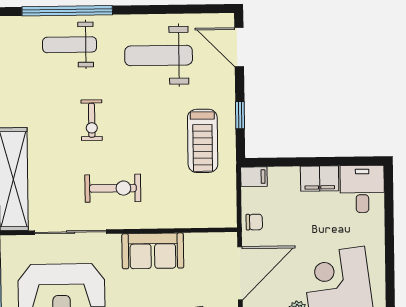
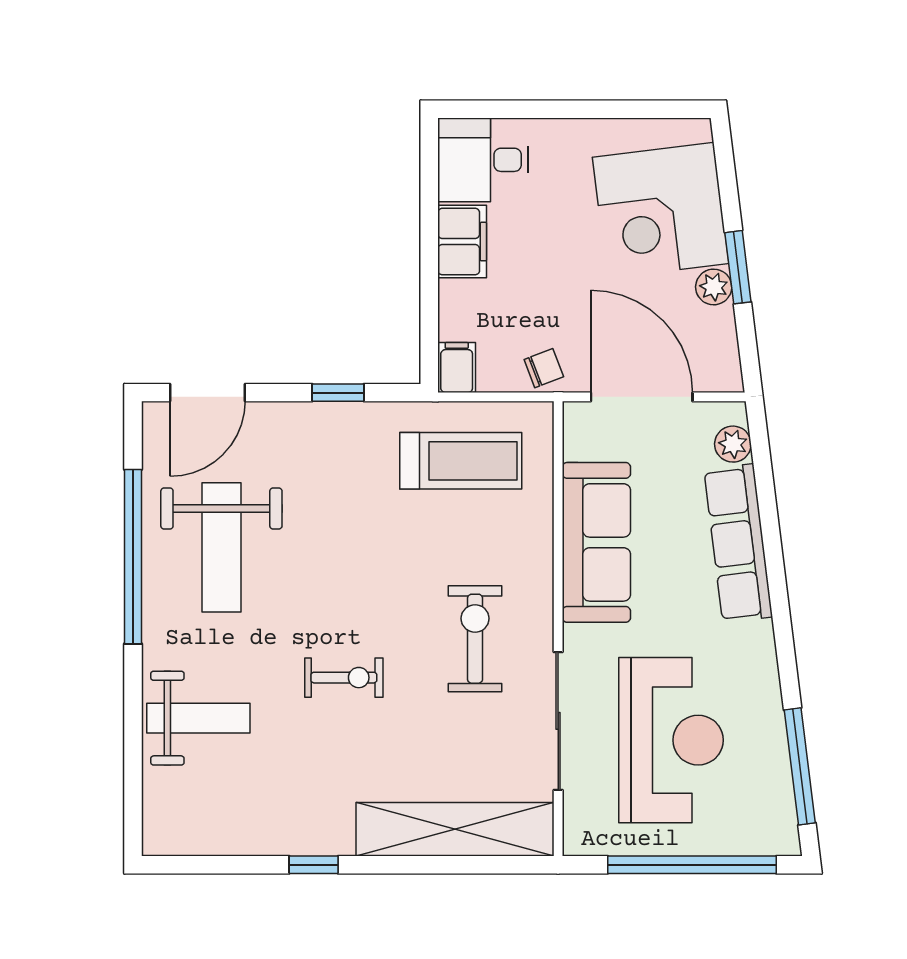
window: (67, 11) -> (133, 557), moved
weight bench: (70, 45) -> (198, 718), turned -90
treadmill: (203, 141) -> (461, 461), moved
chair: (254, 222) -> (544, 368), turned 69
sofa: (153, 251) -> (596, 542), width x1.36

